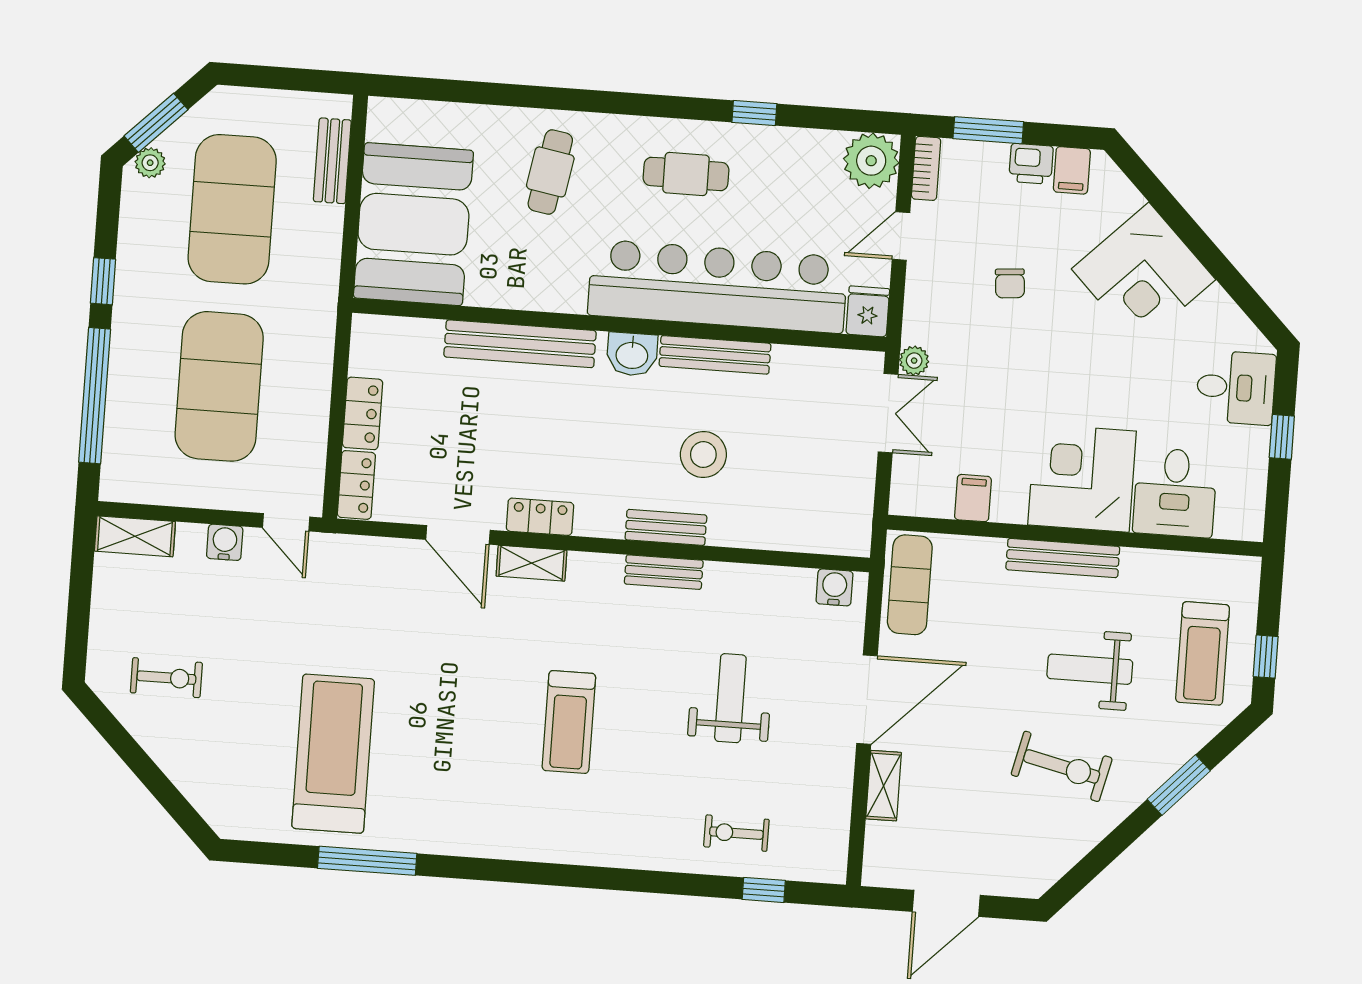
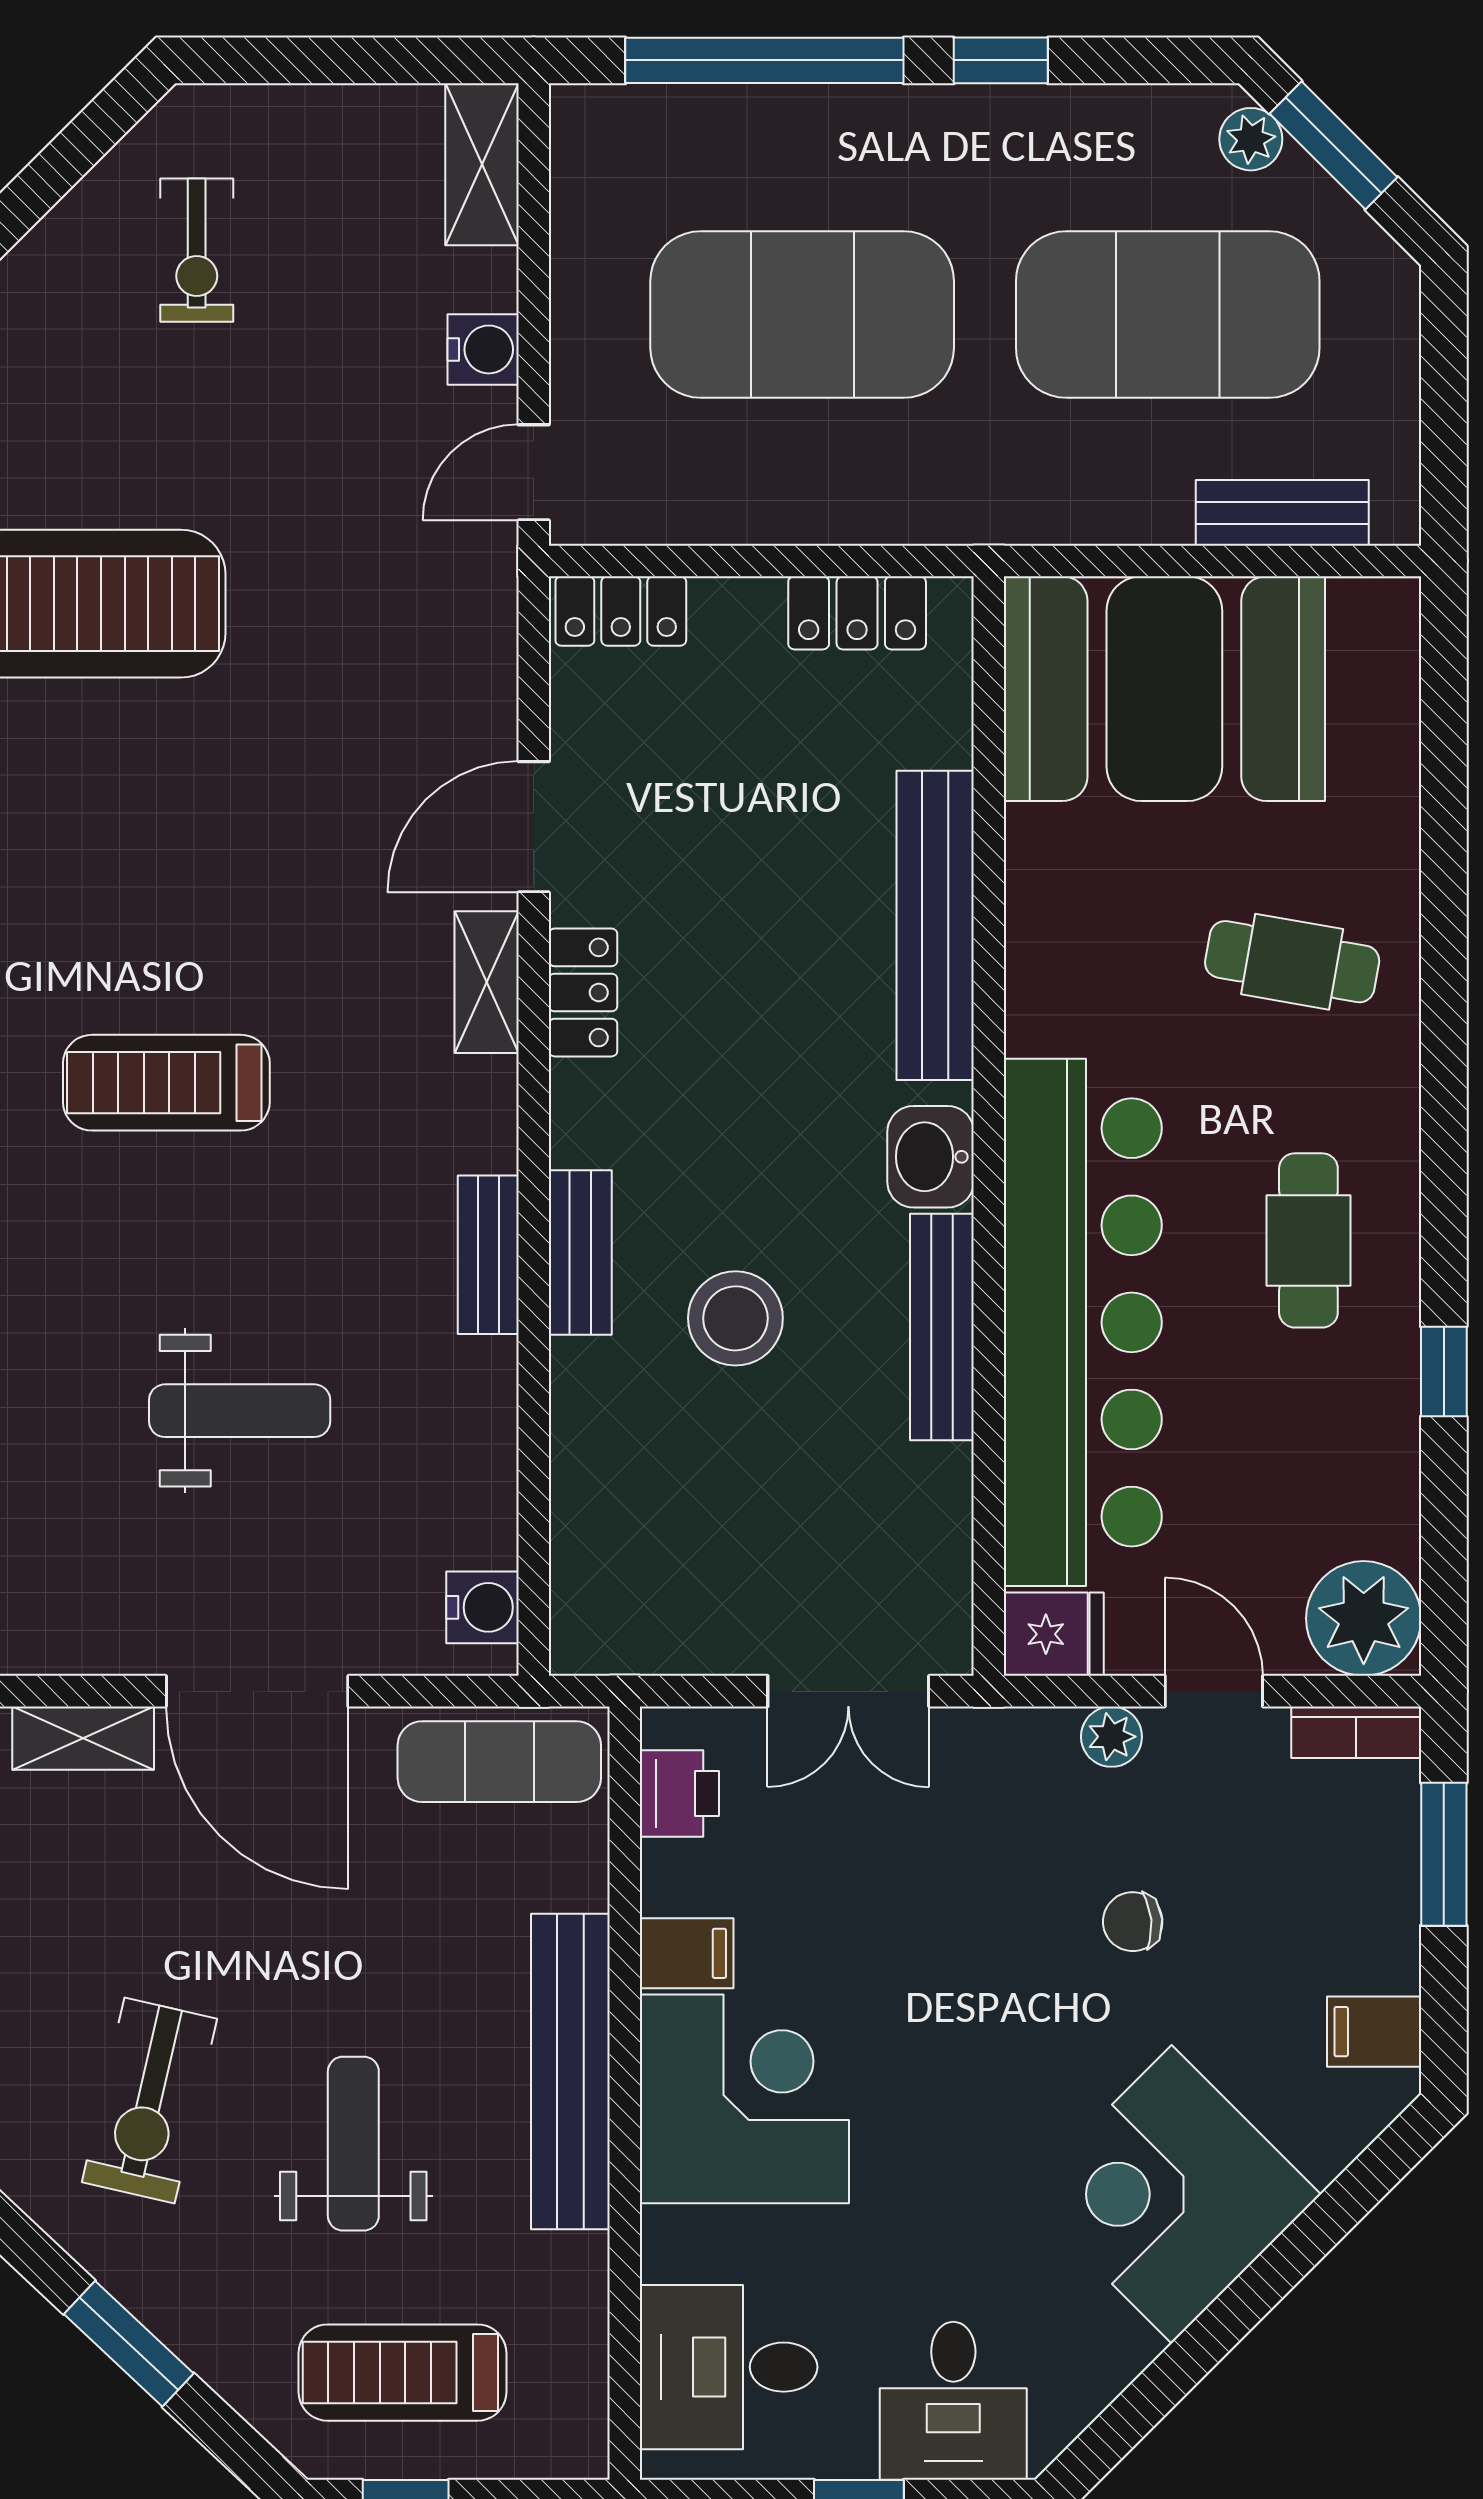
printer: (1031, 164) -> (679, 1793), moved, turned 180
plant: (914, 361) -> (1111, 1737), moved
locker: (363, 413) -> (857, 613), moved
desk: (1175, 493) -> (729, 2367), moved
filing cabinet: (973, 498) -> (687, 1953), moved
bench: (1063, 558) -> (570, 2072), width x1.37, depth x1.21

